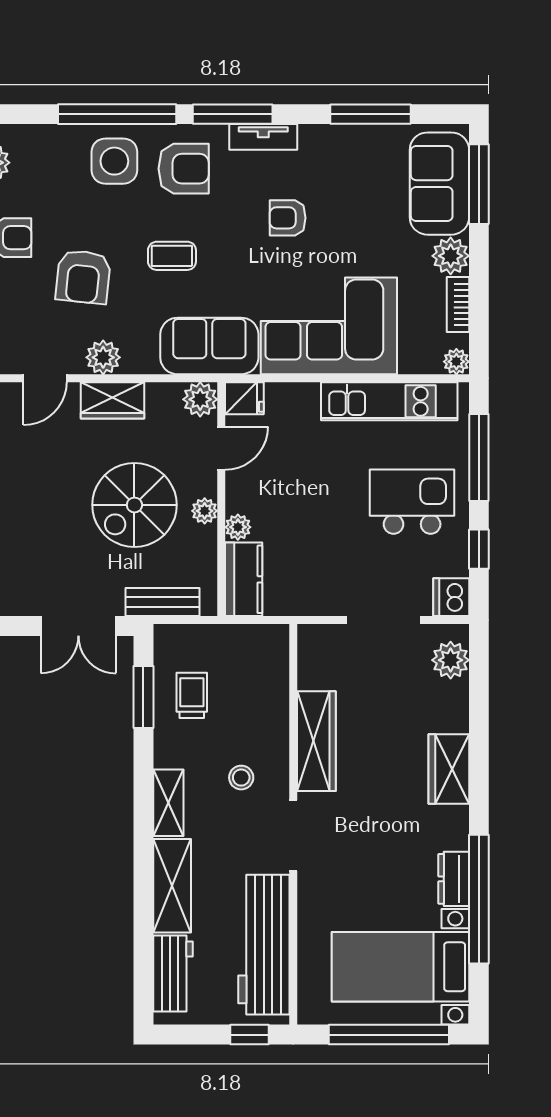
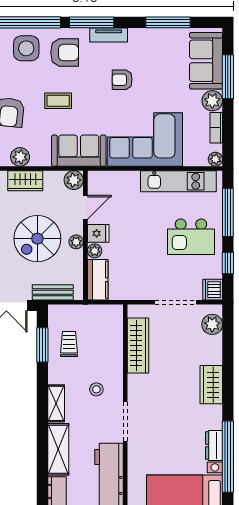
window: (479, 184) -> (228, 77), moved
fridge: (244, 398) -> (98, 233), moved
kitchen island: (412, 502) -> (191, 237), turned 180
wardrobe: (316, 741) -> (138, 345), moved

